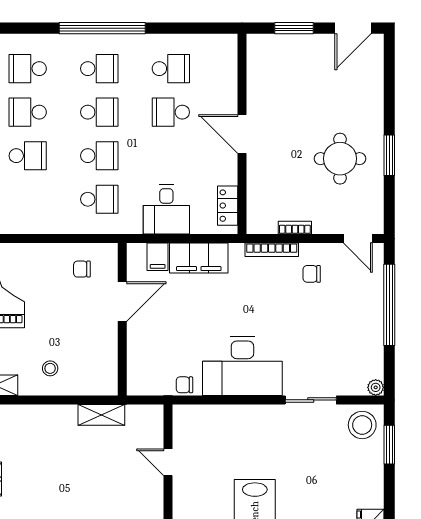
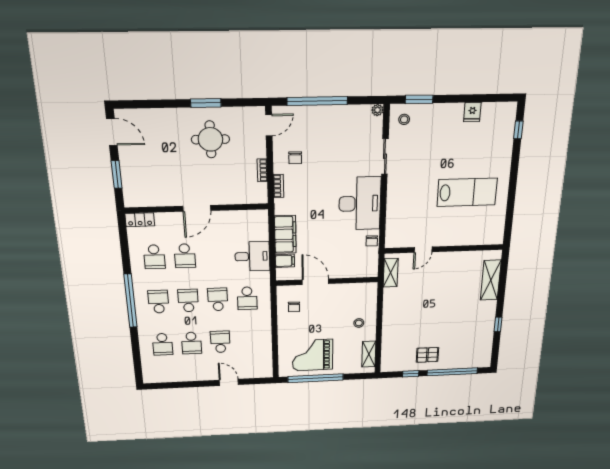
school desk: (171, 69) -> (154, 257), turned 180
school desk: (99, 199) -> (247, 298), turned 180
locker: (228, 206) -> (140, 220), moved
bookcase: (272, 250) -> (278, 186), width x0.64
shelving: (101, 415) -> (391, 273), moved
stool: (362, 425) -> (404, 119), width x0.53, depth x0.53

